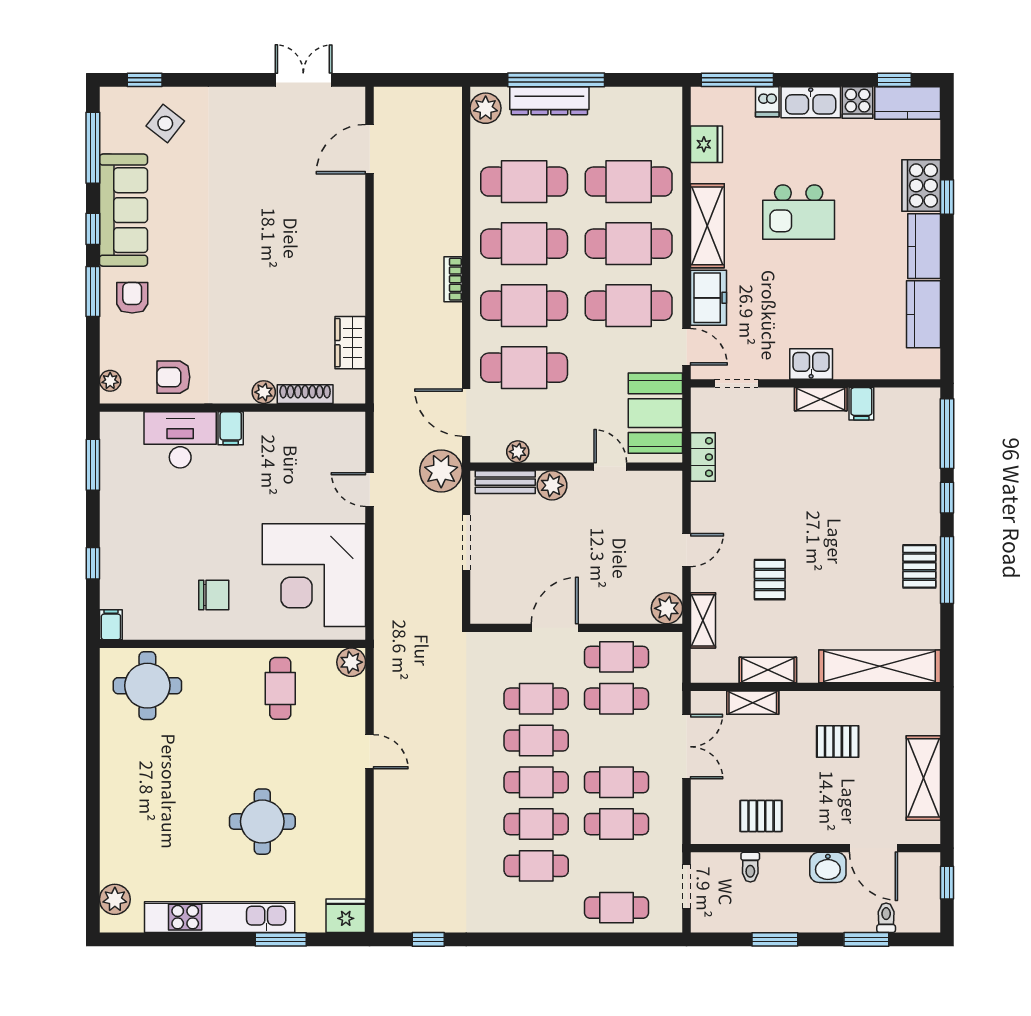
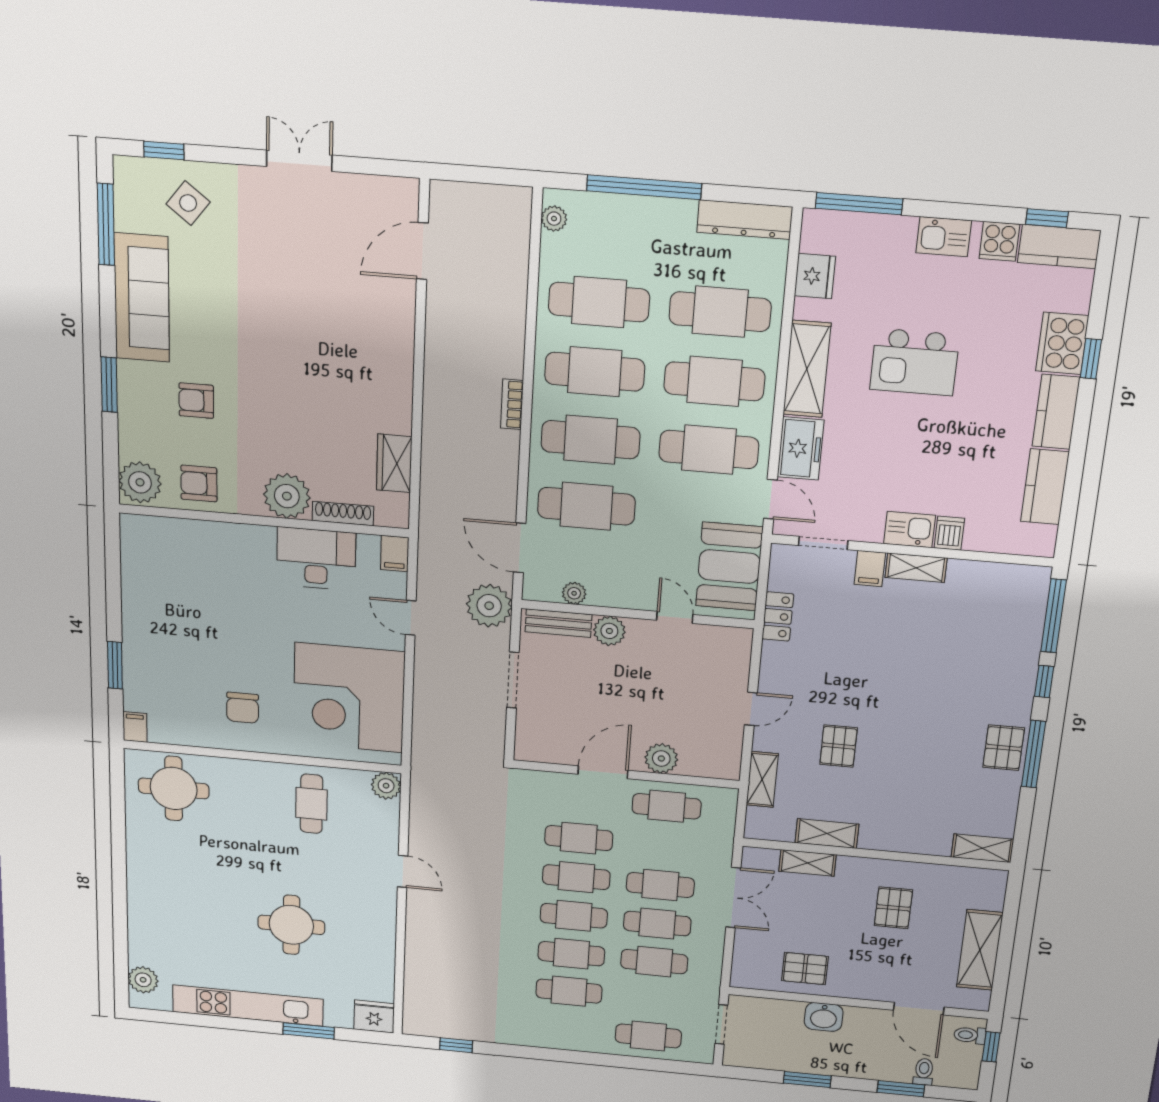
double door: (303, 80) -> (299, 161), moved
dresser: (549, 101) -> (745, 220), moved
dishwasher: (767, 102) -> (949, 533), moved, turned 180
kitchen sink: (811, 102) -> (944, 237), width x0.73
plant: (486, 108) -> (554, 219), width x0.73, depth x0.73
window: (93, 229) -> (108, 316), removed
armchair: (132, 298) -> (196, 401), moved, turned -90
plant: (110, 381) -> (140, 482), width x1.88, depth x1.88
plant: (264, 392) -> (287, 496), width x1.87, depth x1.87
filing cabinet: (861, 404) -> (870, 569), moved
filing cabinet: (231, 428) -> (395, 554), moved
desk: (180, 440) -> (316, 559), moved
window: (93, 465) -> (113, 567), removed
window: (93, 563) -> (115, 665), width x1.50
chair: (214, 595) -> (243, 708), turned 90
plant: (667, 608) -> (661, 758), moved
shelving: (880, 666) -> (982, 848), width x0.45, depth x0.75
cafe table: (617, 699) -> (660, 885), moved
pallet: (838, 742) -> (893, 908), turned 90
toilet: (750, 867) -> (970, 1035), moved, turned 90
washbasin: (828, 867) -> (824, 1017), moved

